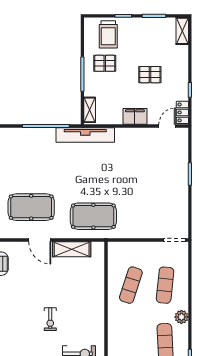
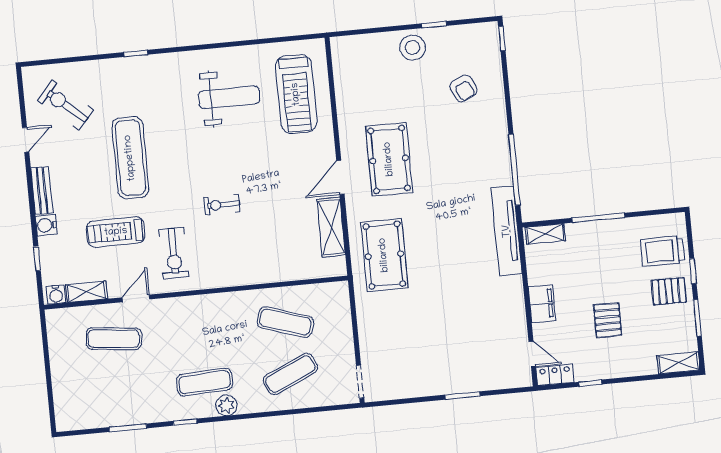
pallet: (105, 63) -> (669, 291), moved, turned 90
exercise mat: (165, 285) -> (290, 374), turned -30
plant: (181, 317) -> (226, 405), moved

